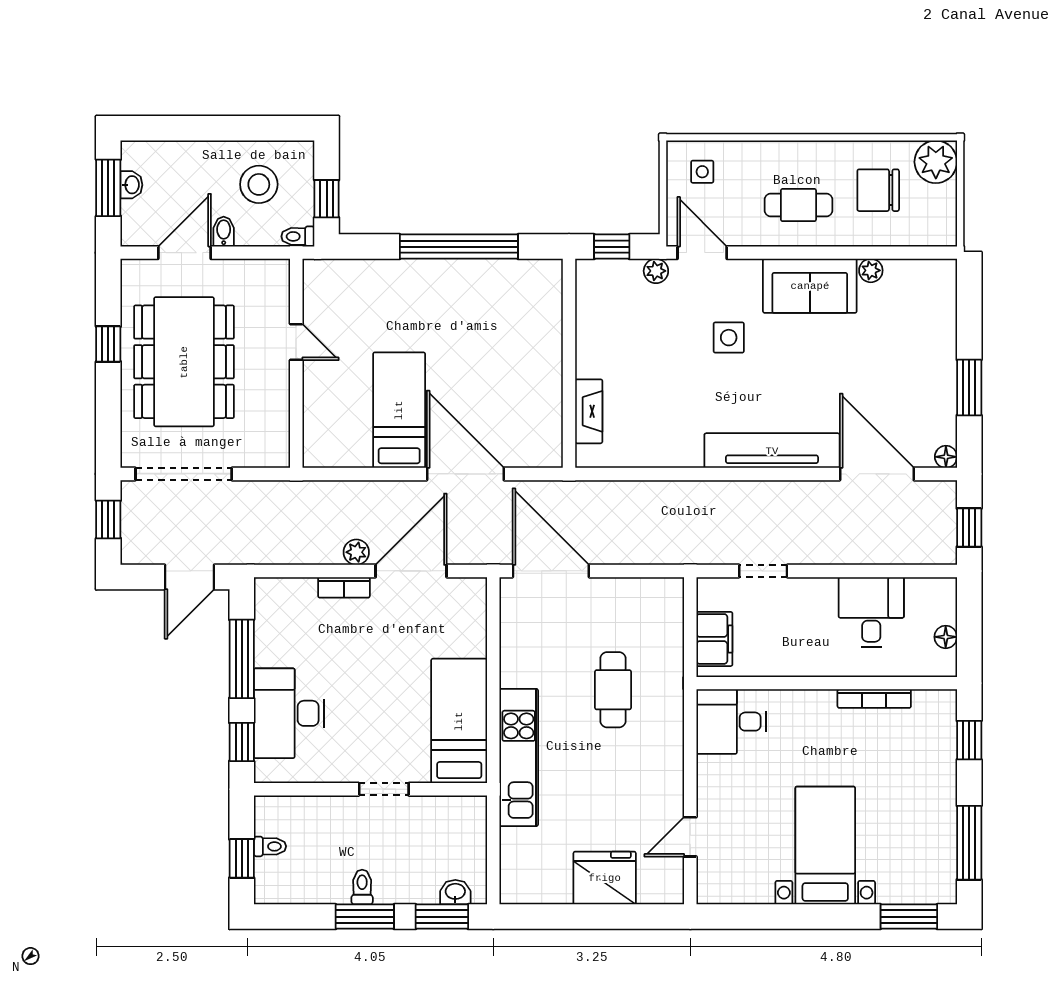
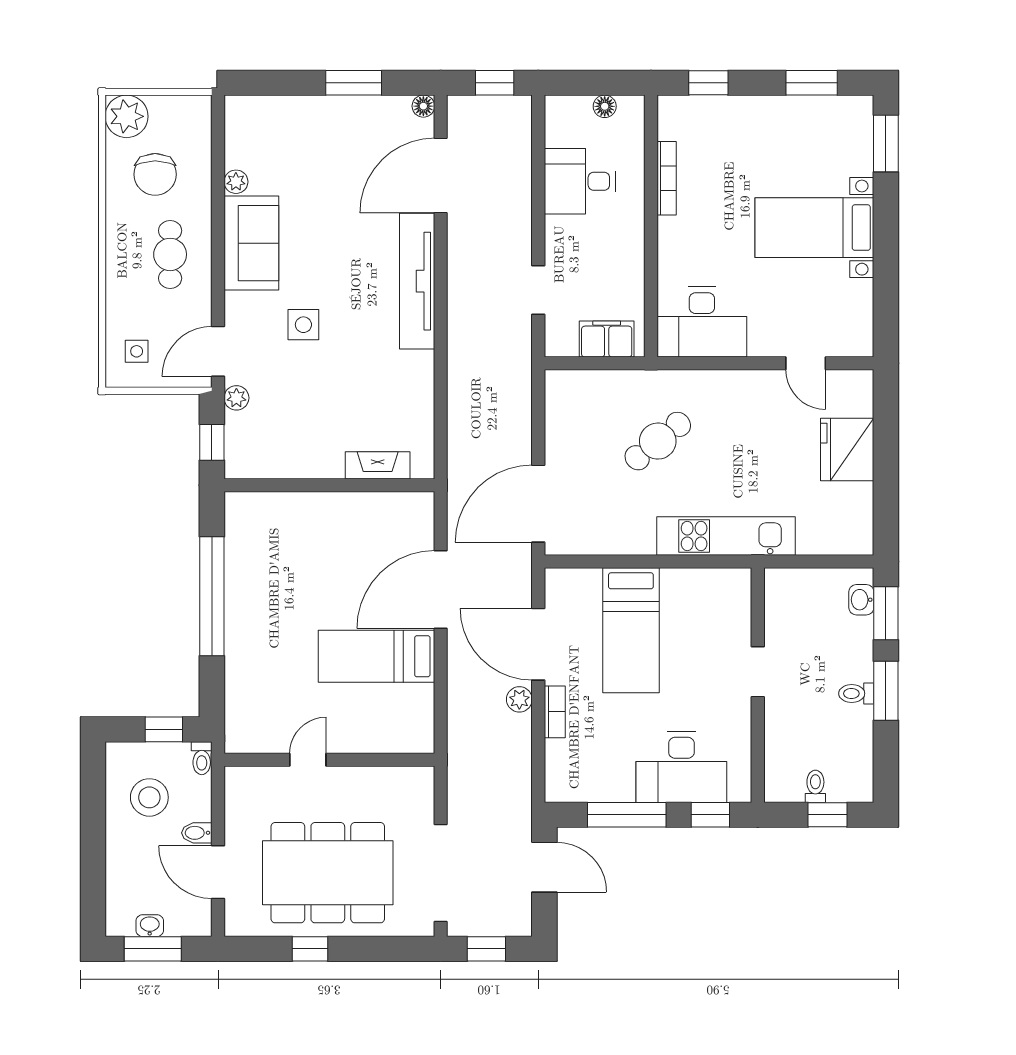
cafe table: (613, 690) -> (658, 441), turned -39
bed: (459, 721) -> (631, 630), moved, turned -90
desk: (731, 722) -> (702, 322), width x1.37
window: (969, 843) -> (812, 83), width x0.69

